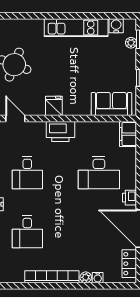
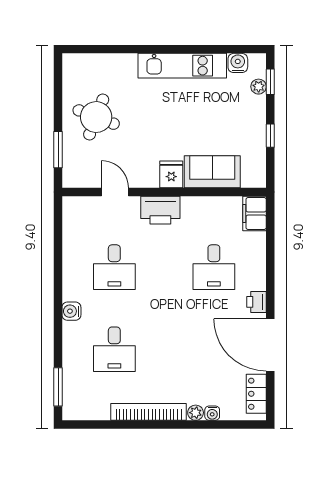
sofa: (111, 104) -> (212, 172), moved
fridge: (54, 106) -> (171, 174), moved
door: (15, 119) -> (115, 192), moved
desk: (99, 173) -> (214, 267), width x0.73

